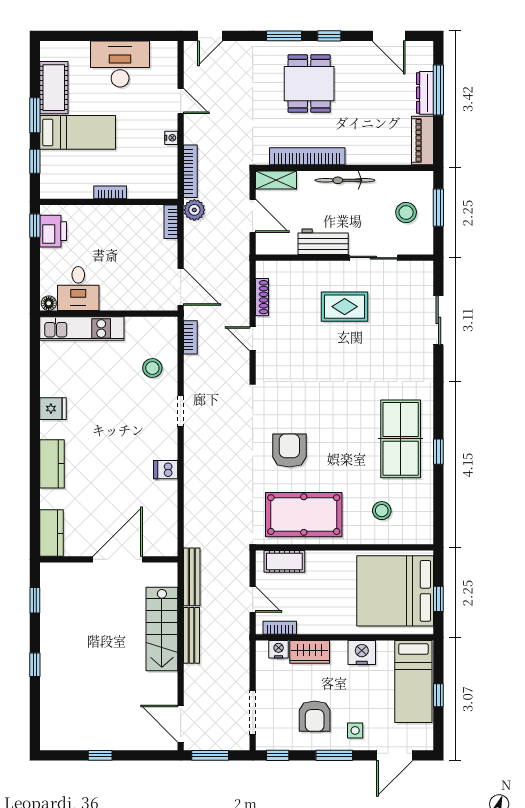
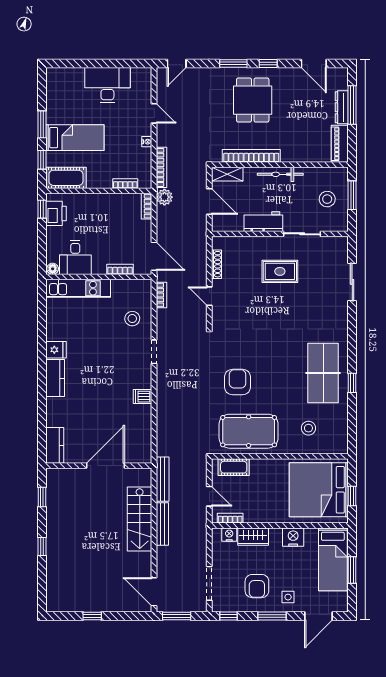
cot: (54, 88) -> (66, 178), moved, turned 90
bookcase: (110, 192) -> (125, 184), moved
bookcase: (136, 304) -> (120, 269), added
kitchen counter: (52, 464) -> (55, 378), moved
window: (438, 695) -> (352, 570), width x1.50

